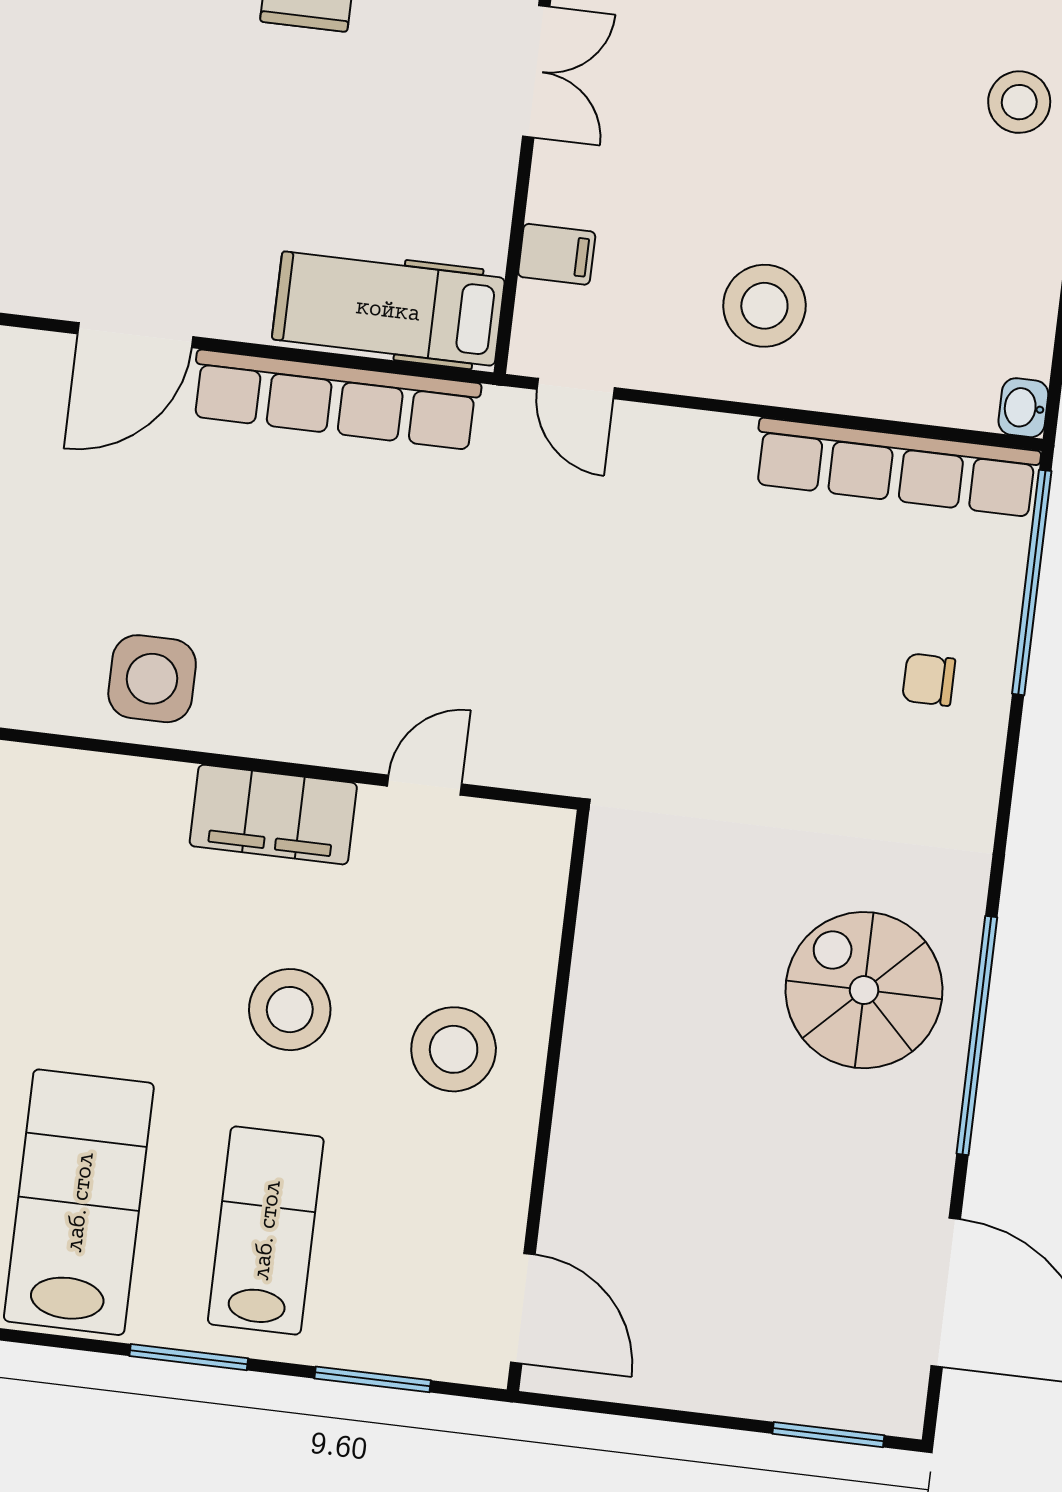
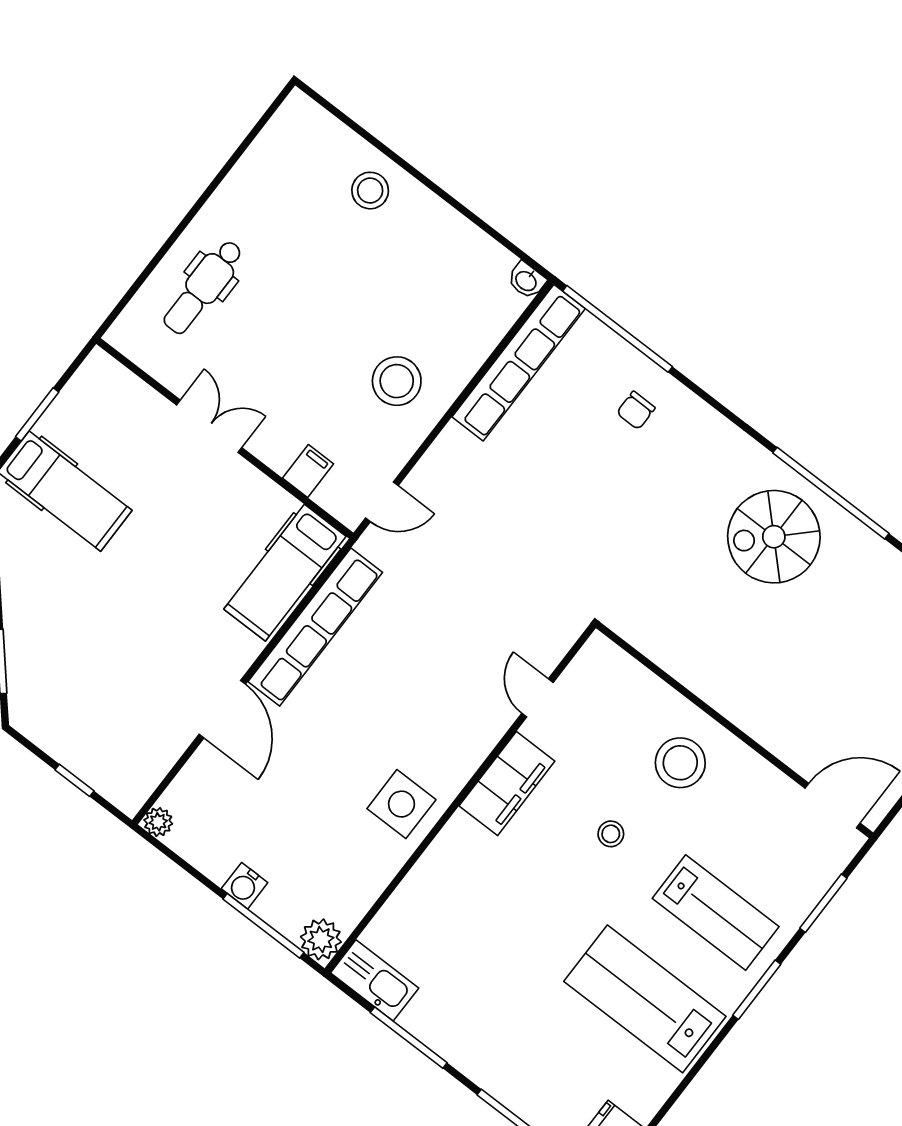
stool: (290, 1010) -> (611, 834), width x0.53, depth x0.53
lab bench: (266, 1230) -> (716, 913), turned 180

